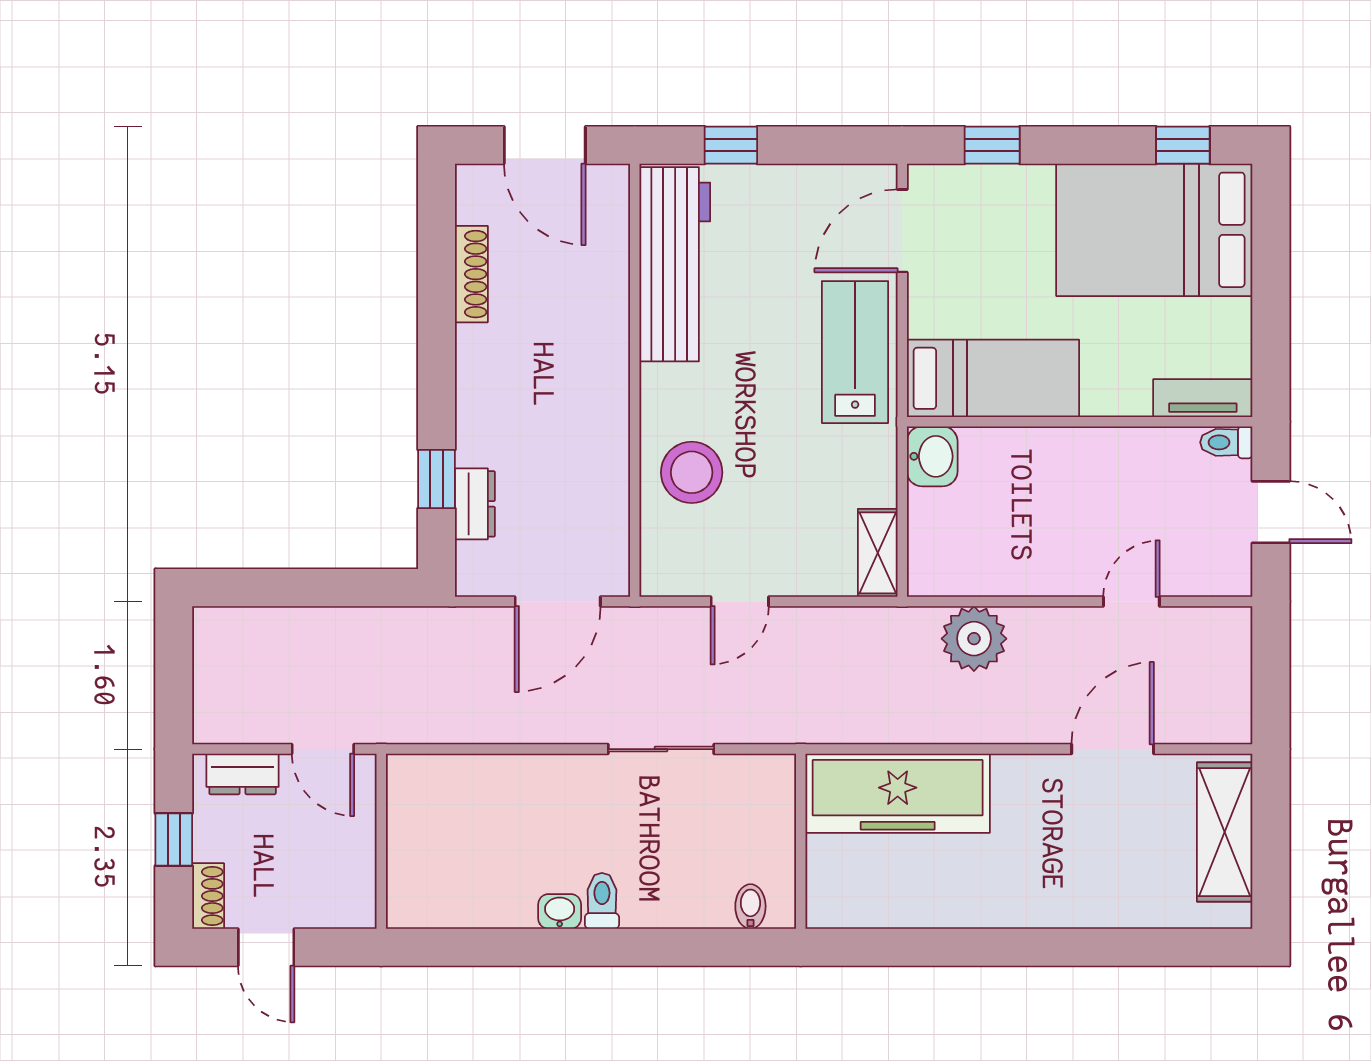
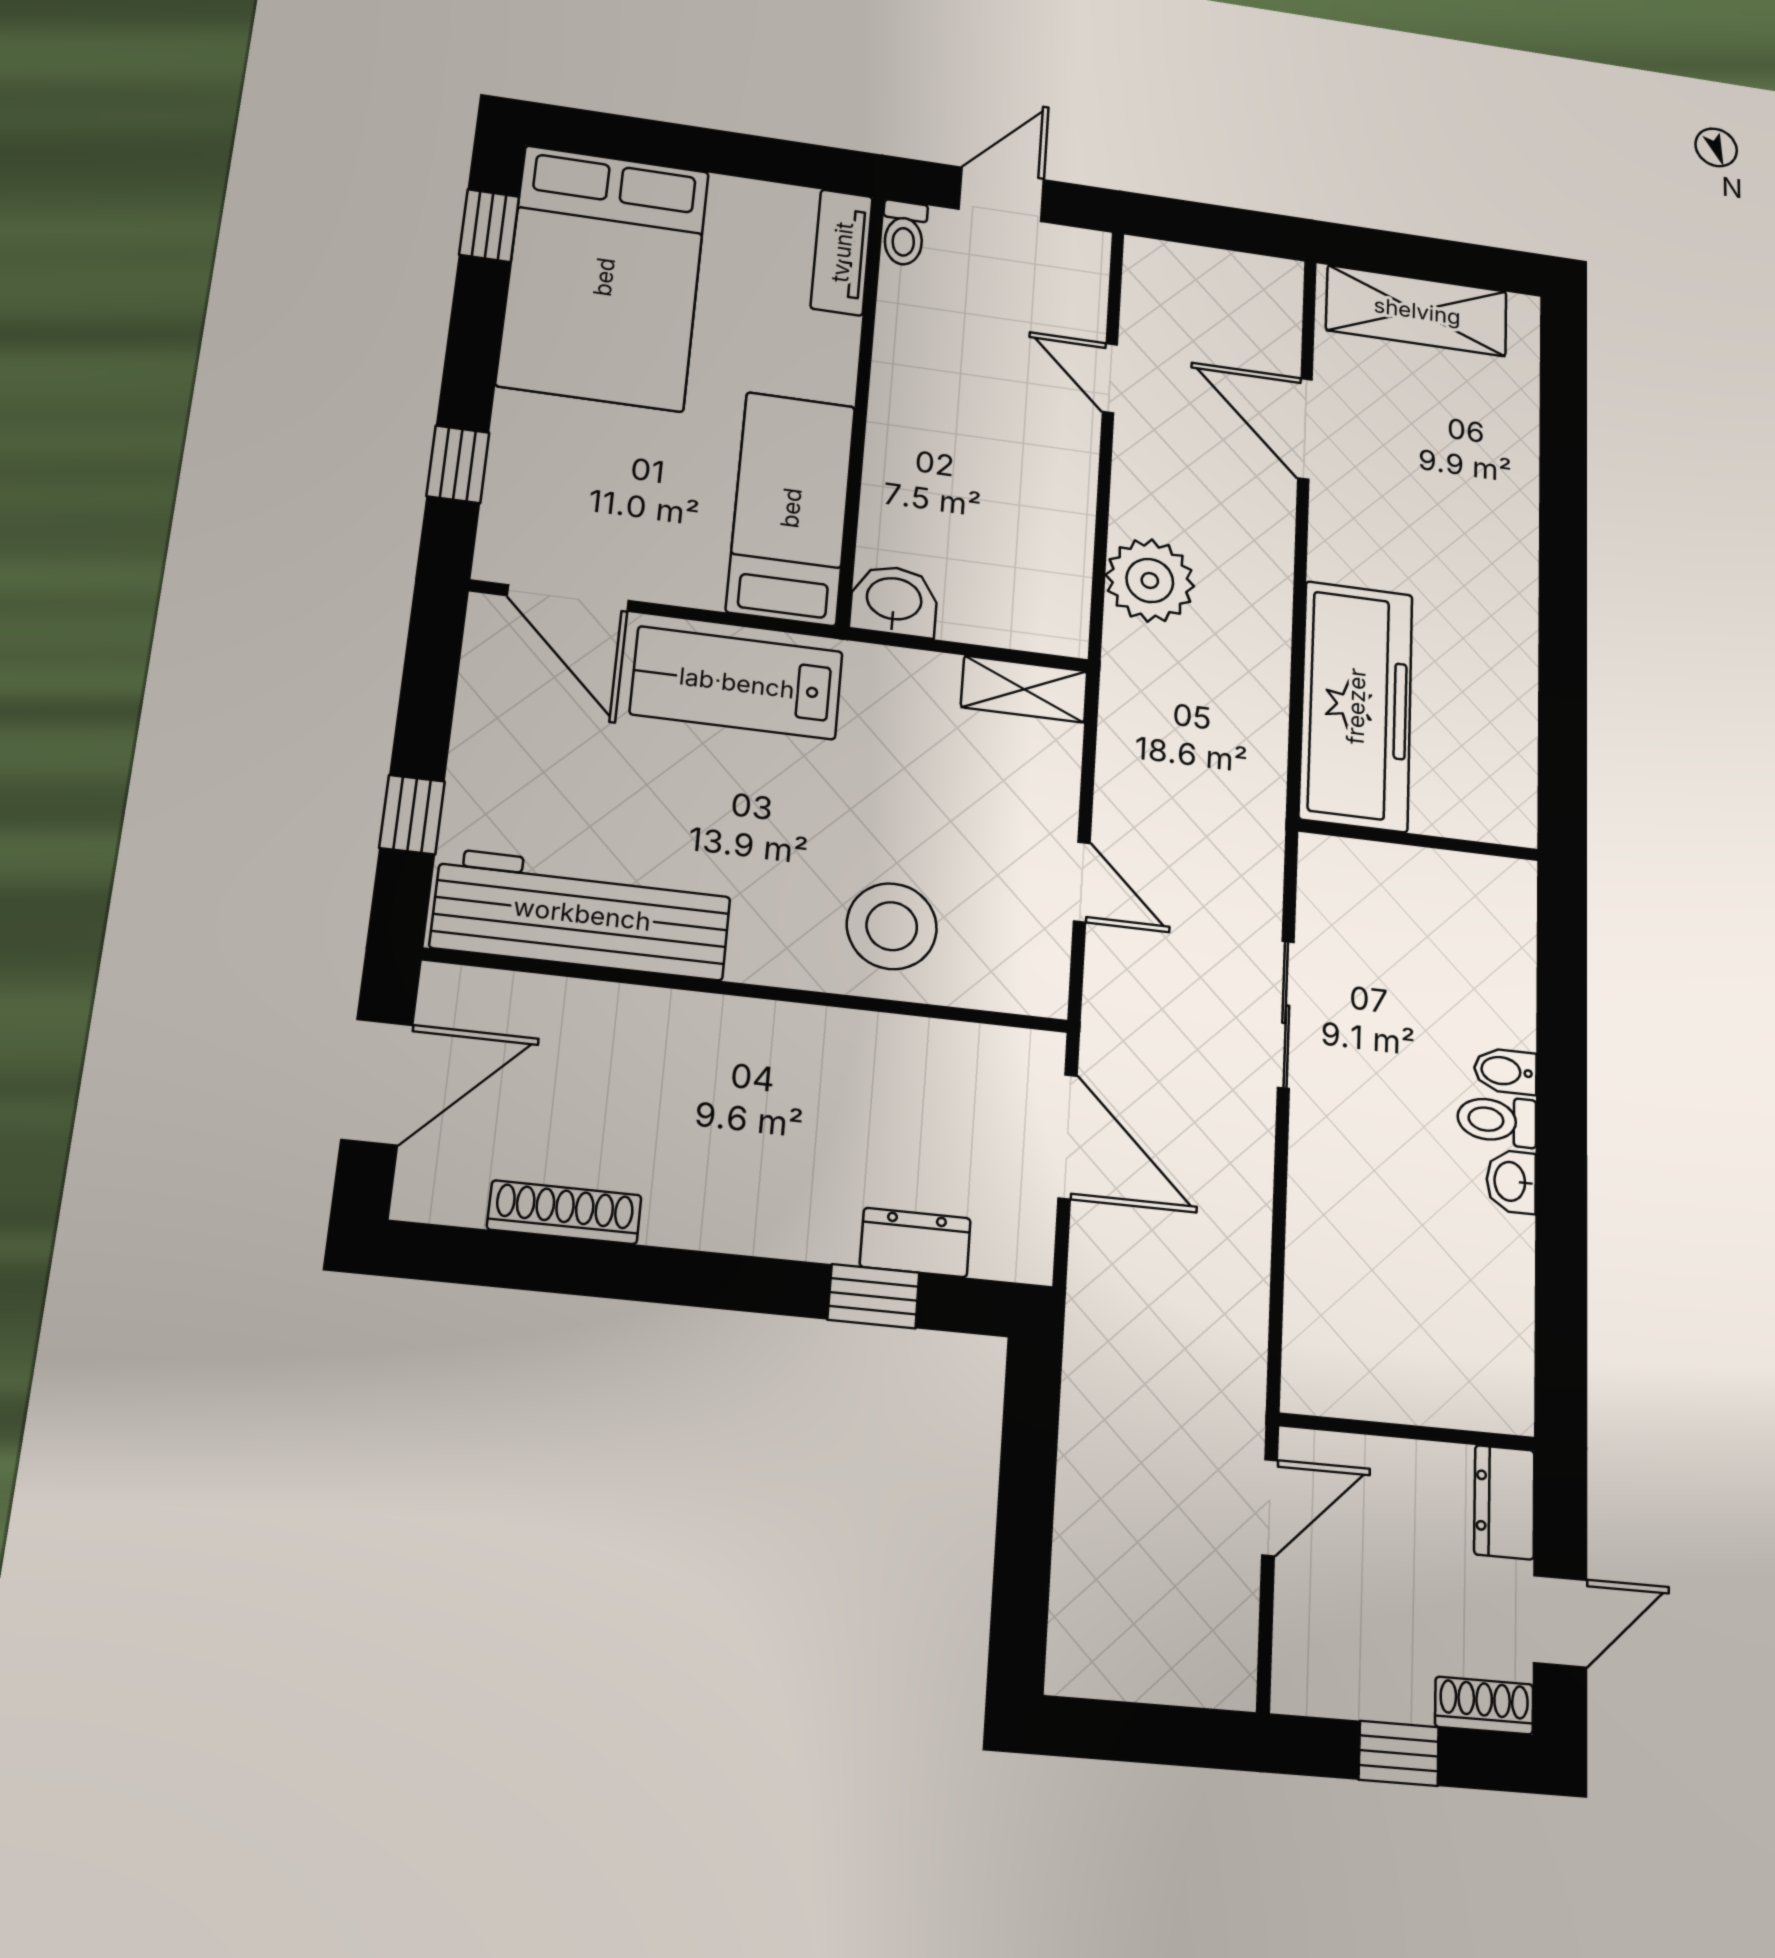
dresser: (243, 774) -> (1504, 1502), moved, turned 180
bidet: (750, 906) -> (1505, 1071), moved

